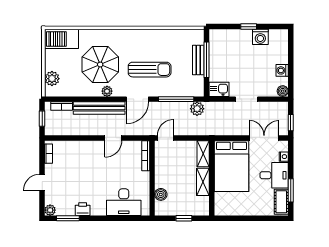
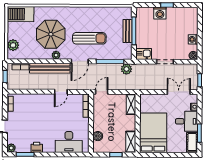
washing machine: (260, 37) -> (160, 13), moved
bed: (231, 166) -> (153, 133), moved, turned 180
shelving: (203, 182) -> (131, 142), moved

